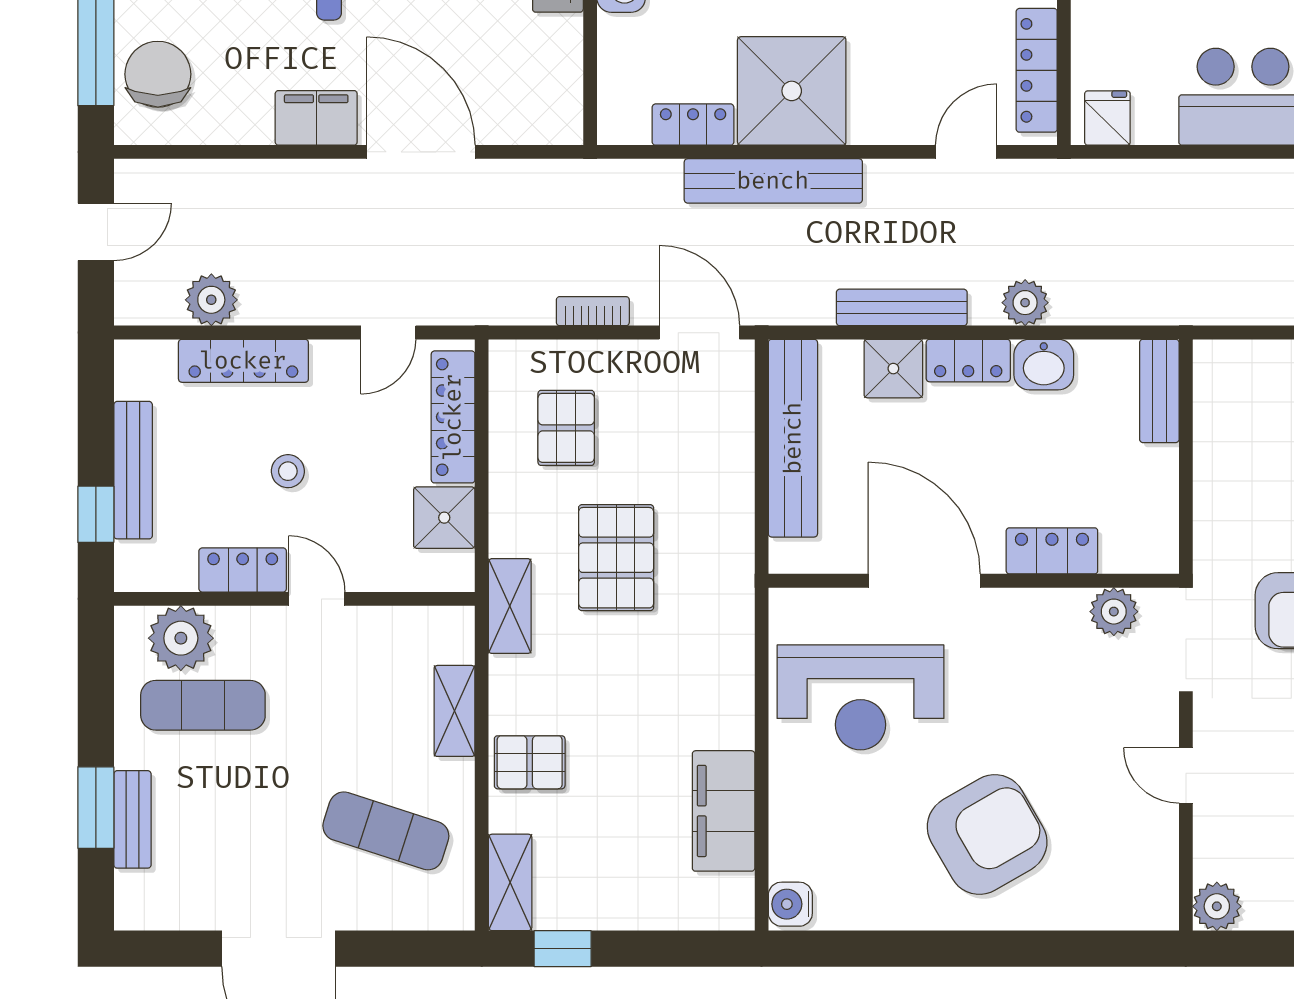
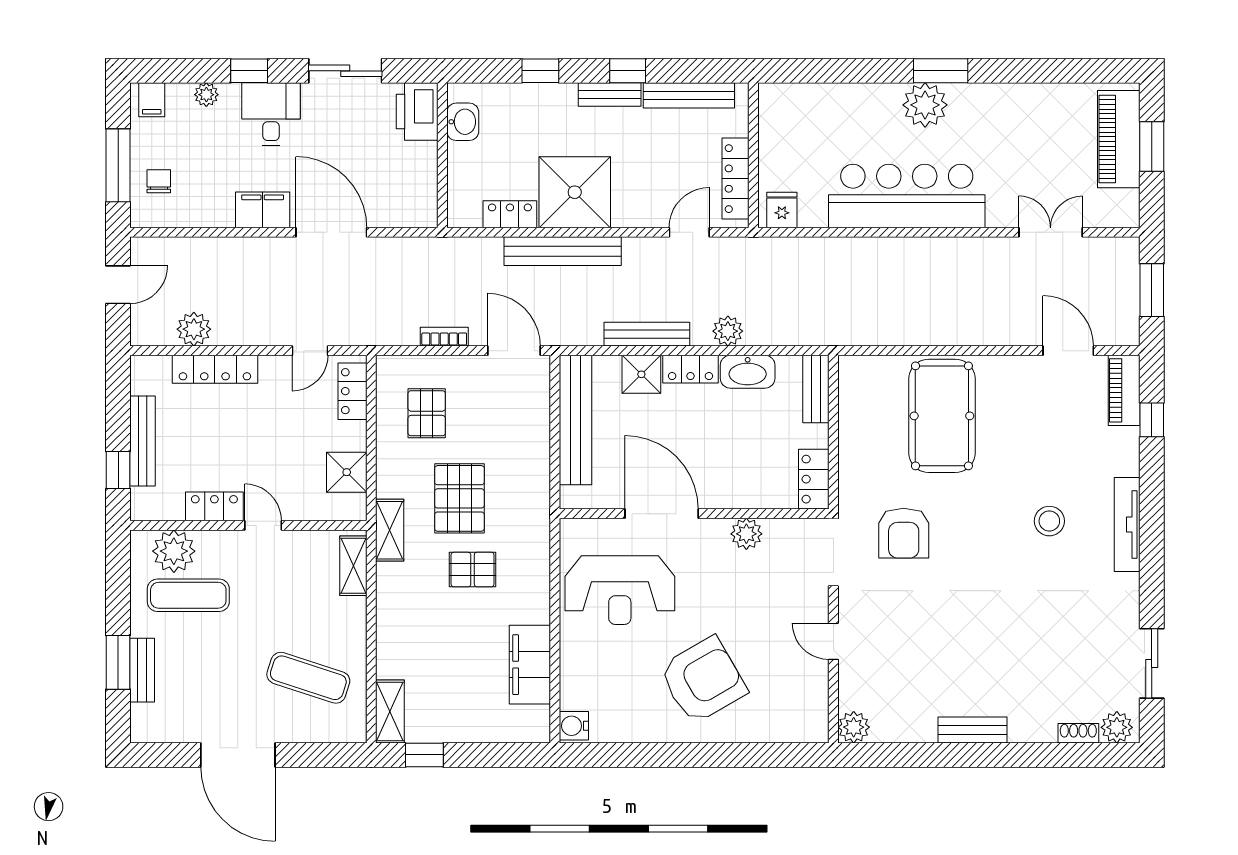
chair: (158, 74) -> (159, 181), width x0.54, depth x0.54
washbasin: (1044, 365) -> (748, 372), width x1.38
locker: (453, 417) -> (352, 391), width x0.66
stool: (288, 471) -> (244, 442), removed
locker: (1052, 551) -> (814, 479), moved, turned -90
plant: (1114, 612) -> (746, 534), moved
shelving: (454, 711) -> (353, 566), moved
pallet: (530, 762) -> (473, 570), moved

